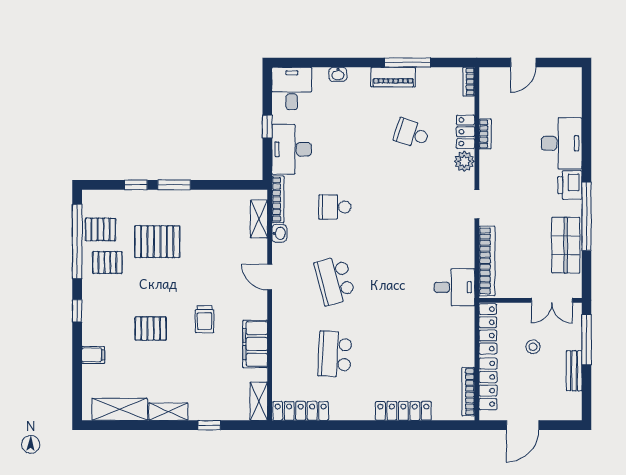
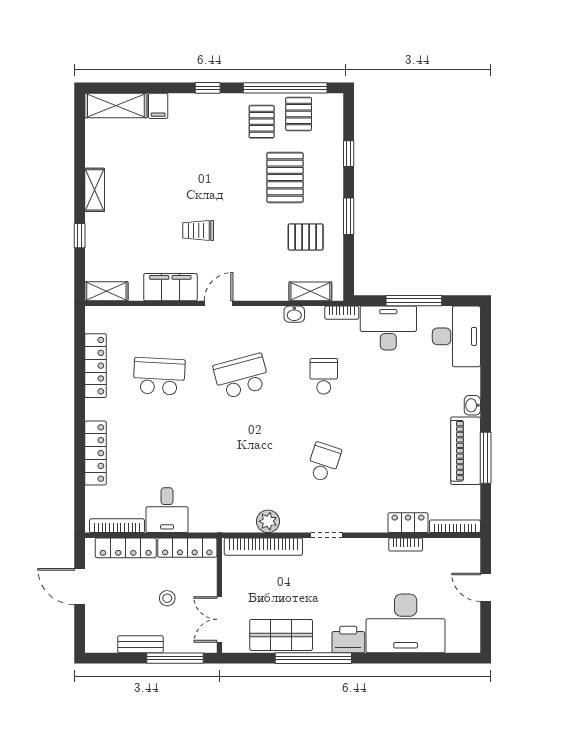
washbasin: (338, 74) -> (472, 405), moved
piano: (393, 77) -> (466, 451), width x1.37, depth x1.33
bookcase: (469, 82) -> (455, 526), width x1.56
desk: (292, 89) -> (456, 336), width x1.37
window: (267, 127) -> (414, 301), width x2.17
school desk: (412, 133) -> (324, 462), moved
desk: (562, 143) -> (406, 623), width x1.36, depth x1.30
plant: (464, 161) -> (268, 521), moved
window: (174, 185) -> (349, 216), moved
bookcase: (278, 199) -> (342, 313), width x0.64
door: (270, 277) -> (219, 303), moved
desk: (454, 287) -> (167, 510), moved
pallet: (151, 329) -> (306, 237), moved, turned 90
shelving: (120, 409) -> (116, 105), moved, turned 90
locker: (301, 411) -> (95, 366), moved

